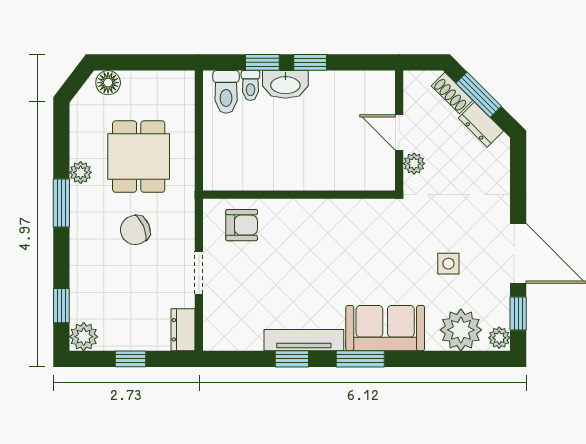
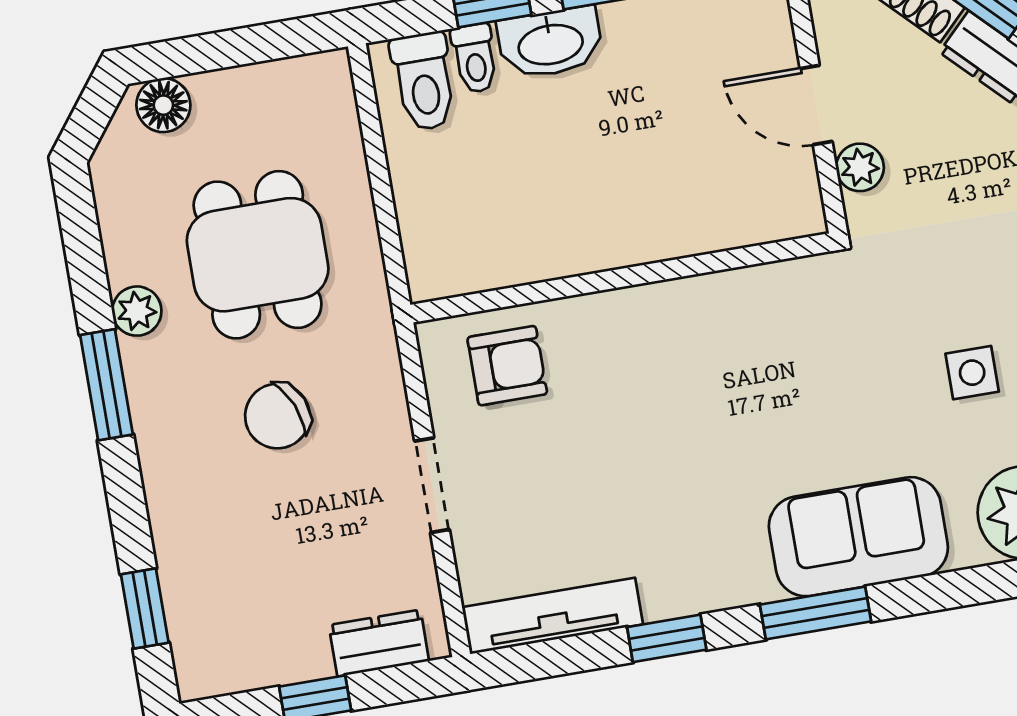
dresser: (183, 330) -> (379, 643), moved, turned 90
plant: (84, 337) -> (205, 667), removed
tv unit: (304, 340) -> (552, 616), moved

